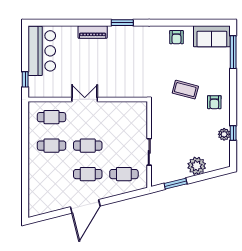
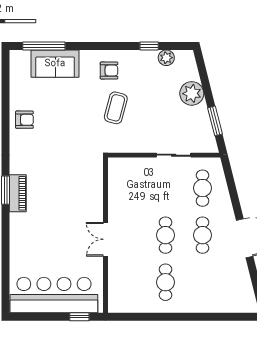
piano: (93, 32) -> (18, 193), moved
sofa: (212, 36) -> (55, 64), moved, turned 90
bar counter: (42, 51) -> (54, 295), width x1.36
coffee table: (185, 90) -> (116, 108), moved
cafe table: (52, 117) -> (128, 282), removed
plant: (224, 134) -> (166, 58), moved

